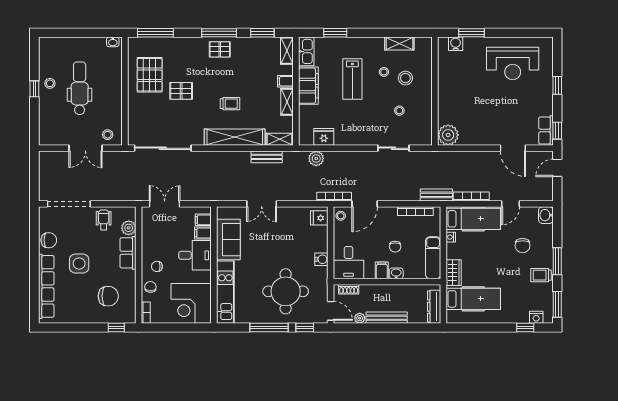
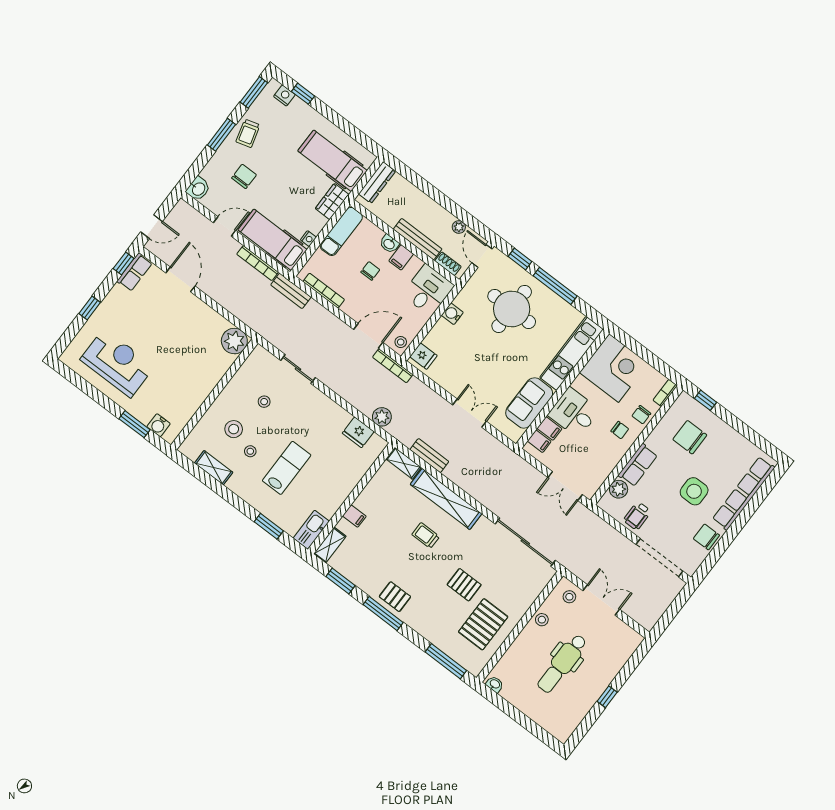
stool: (50, 83) -> (542, 620), moved
filing cabinet: (308, 86) -> (335, 494), removed
shelving: (287, 102) -> (368, 495), removed
trolley: (541, 275) -> (248, 133), turned 74
bench: (387, 318) -> (418, 239), moved

